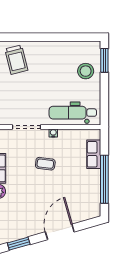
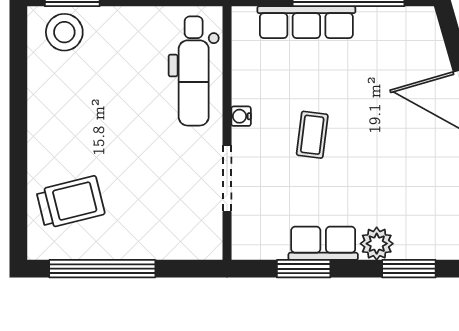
stool: (86, 71) -> (64, 32), moved
row of seats: (94, 154) -> (306, 22), width x1.48

